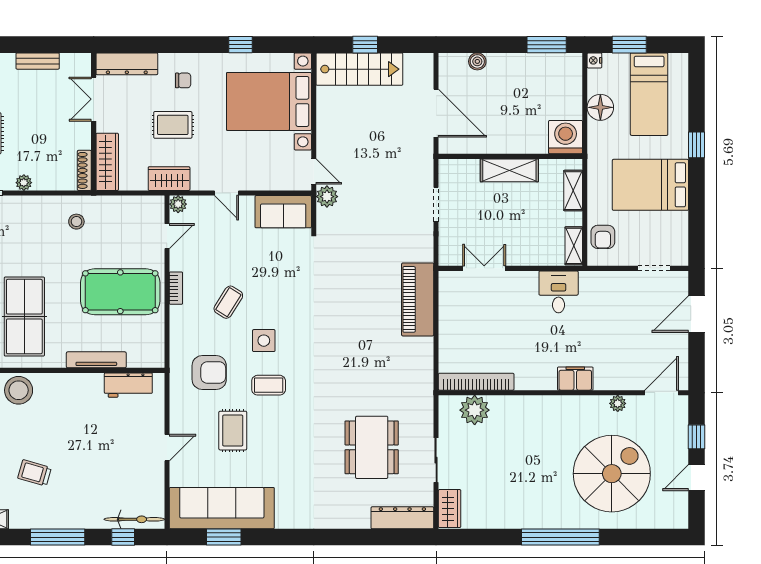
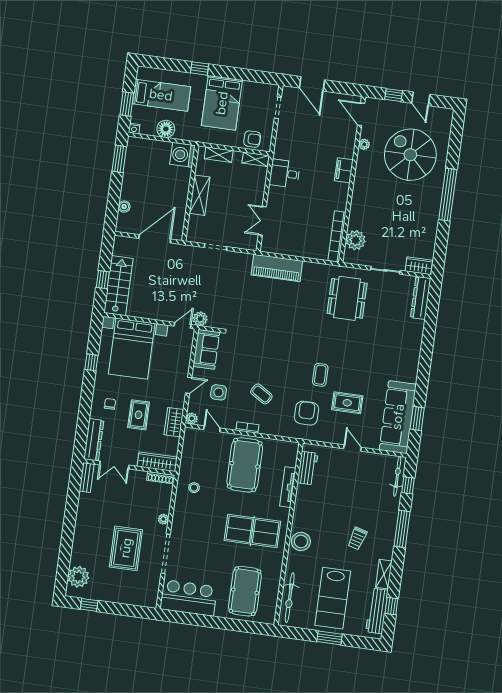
bench: (38, 61) -> (87, 478), moved
side table: (264, 341) -> (219, 392), moved
dining table: (372, 447) -> (347, 298), moved, turned 90

